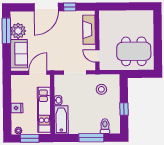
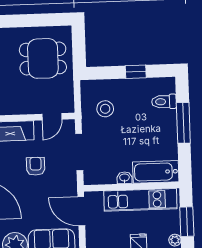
armchair: (67, 45) -> (36, 166), added
dining table: (134, 51) -> (43, 58), width x0.73

